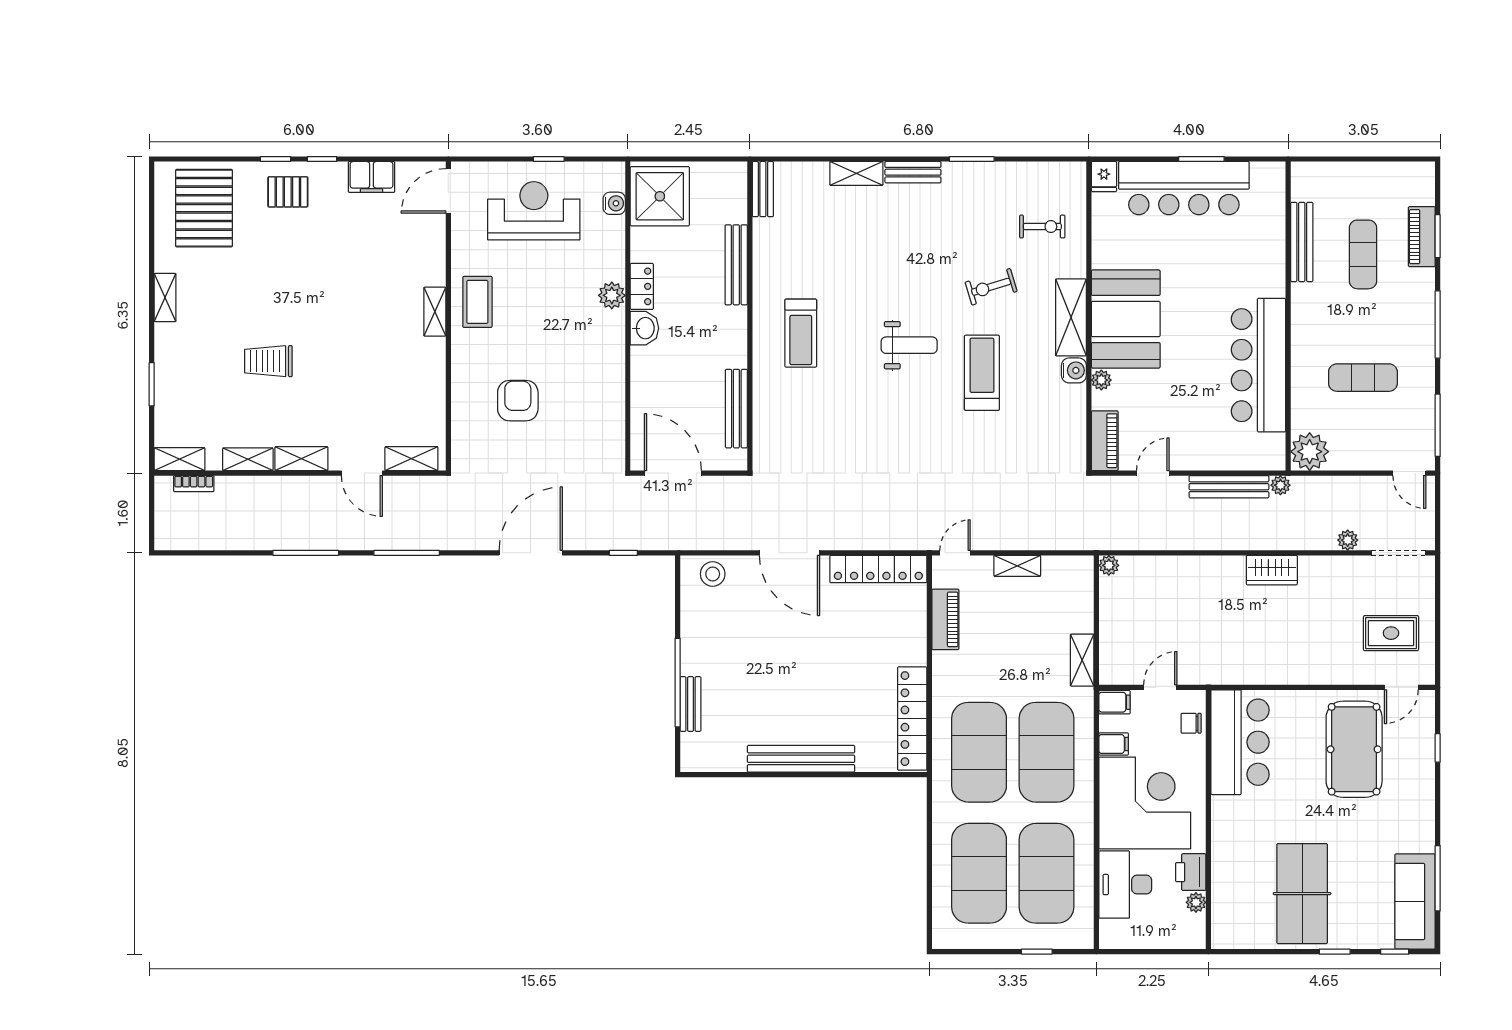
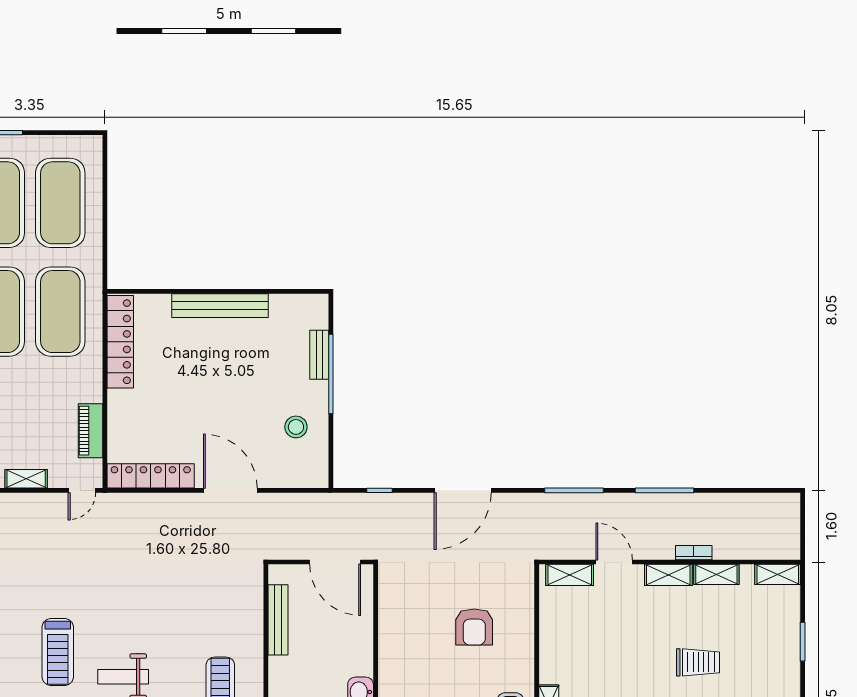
bookcase: (194, 484) -> (694, 553), moved
stool: (713, 574) -> (296, 427), moved

